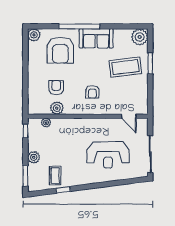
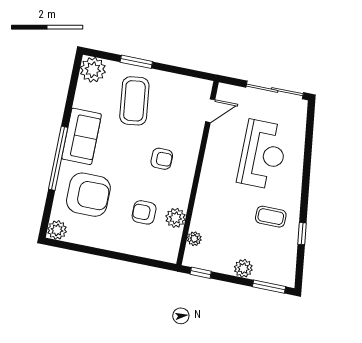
coffee table: (55, 176) -> (271, 217), moved

